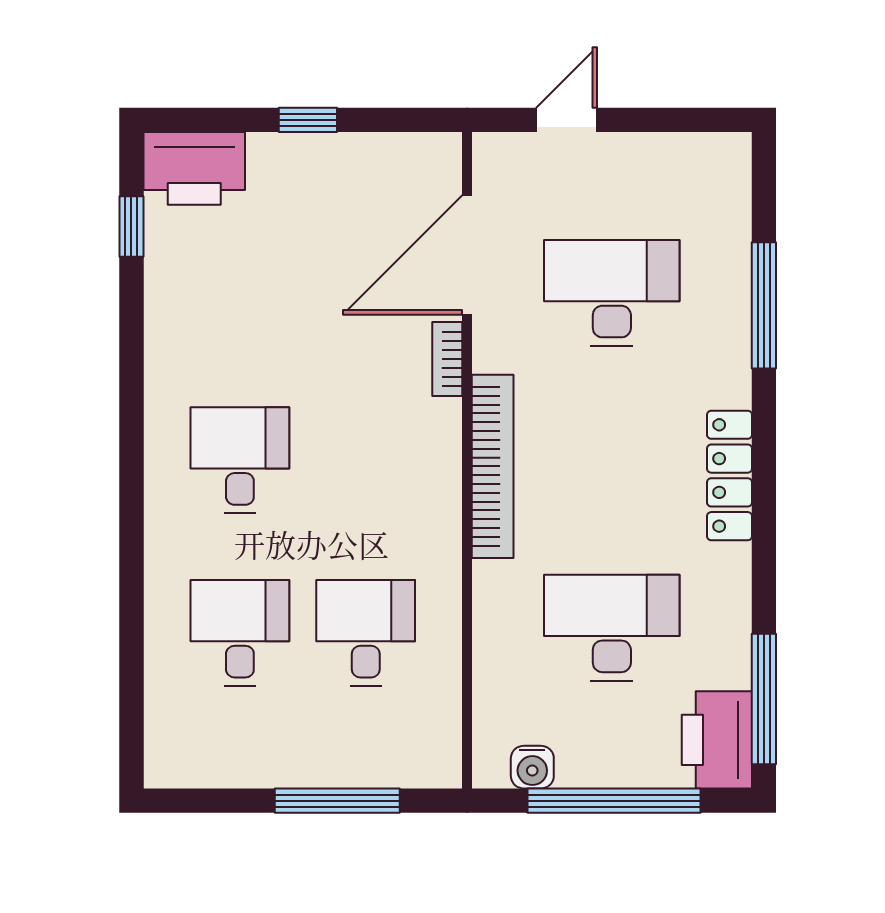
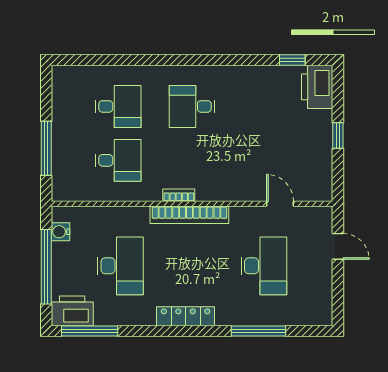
door: (467, 255) -> (280, 204), width x0.53
bookcase: (447, 359) -> (179, 195), moved
desk: (240, 460) -> (192, 106), turned 180

